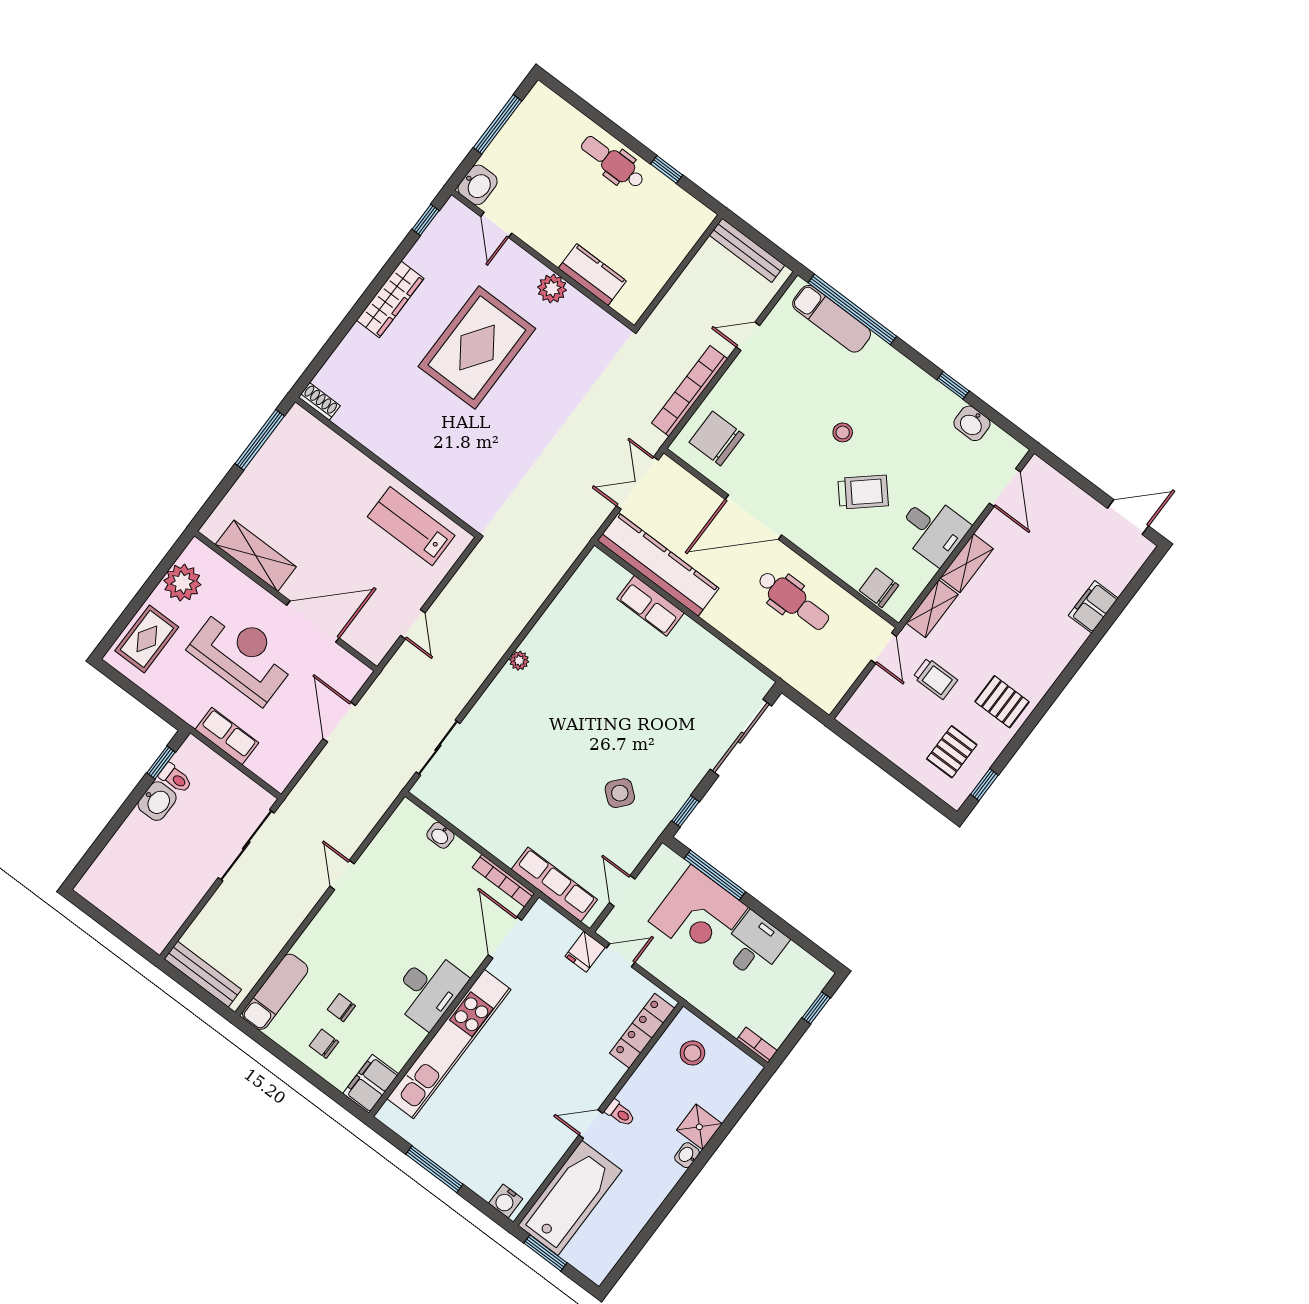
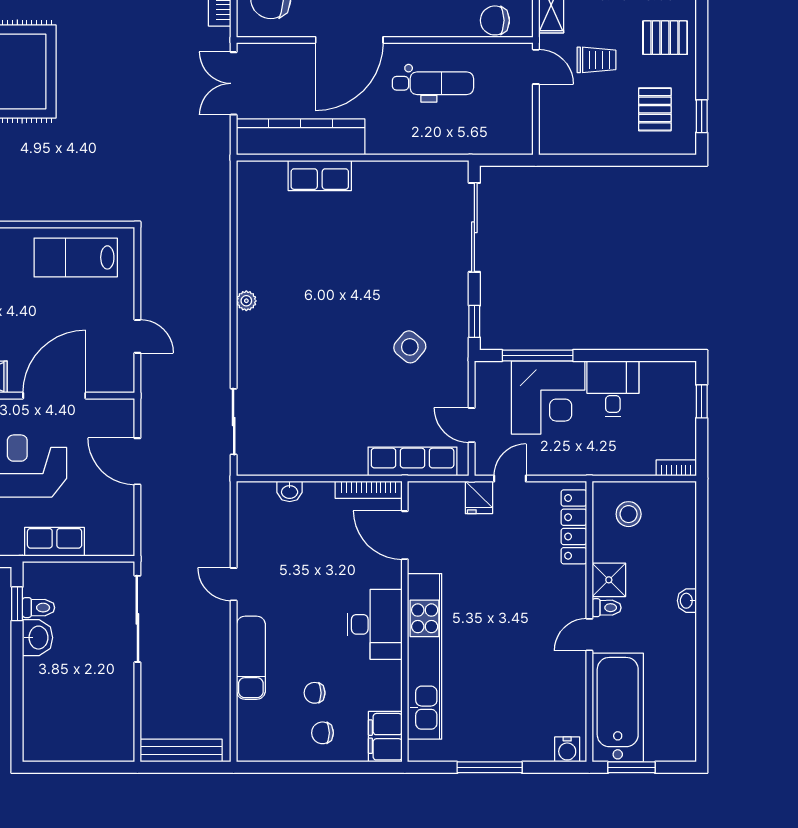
exam couch: (275, 992) -> (251, 658), moved
shower: (699, 1127) -> (609, 580), moved

